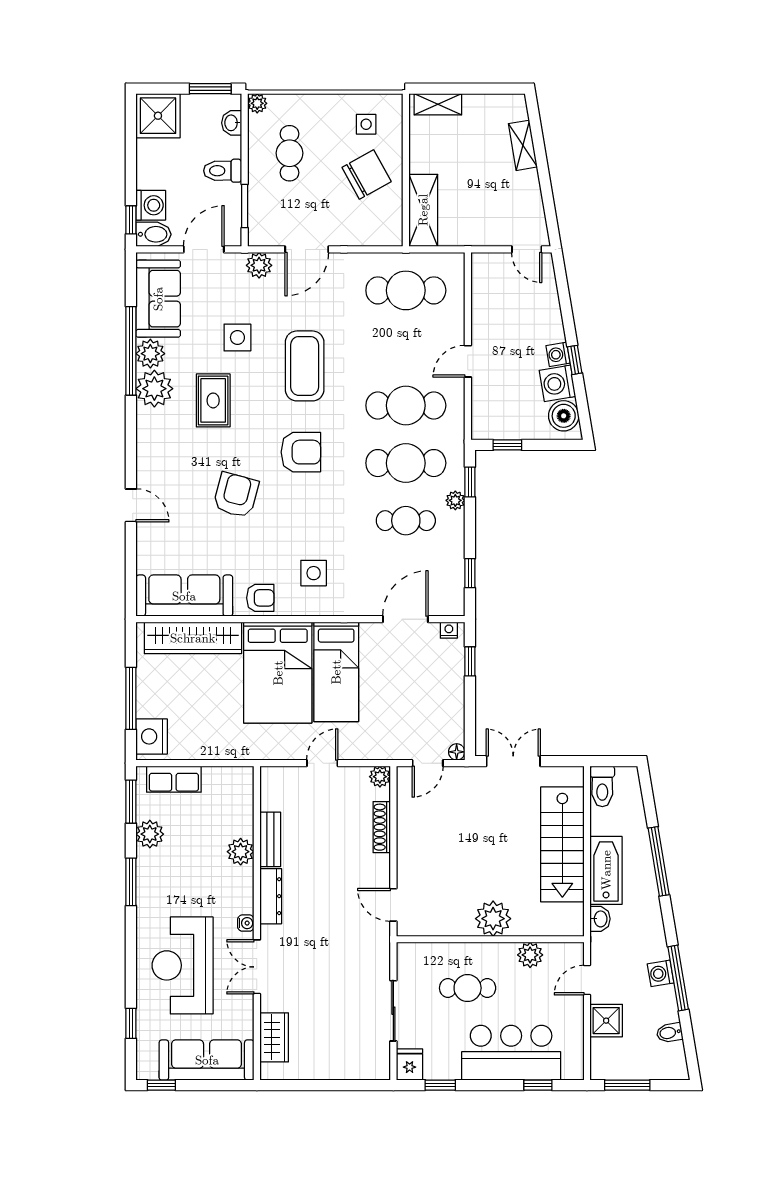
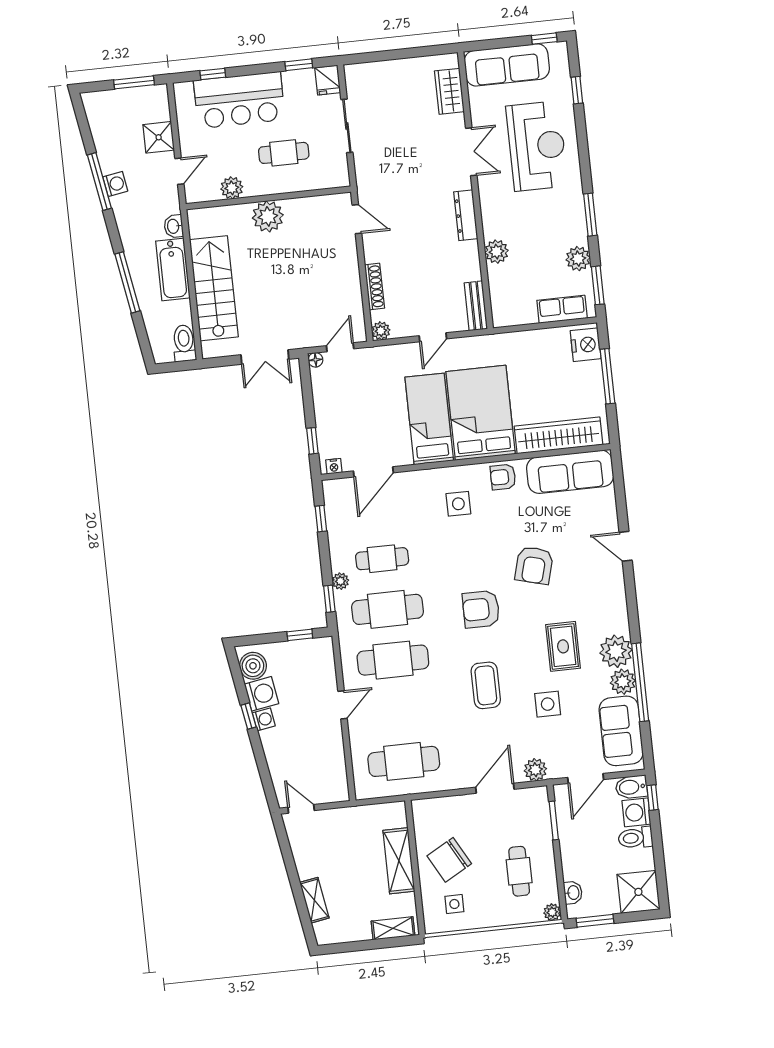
toilet: (223, 171) -> (635, 838), moved, turned 180
shelving: (423, 210) -> (399, 861), moved
coffee table: (305, 366) -> (486, 685), width x0.73, depth x0.76
bench: (270, 839) -> (476, 306), moved
water cooler: (246, 923) -> (485, 189), removed
bidet: (669, 1033) -> (102, 133), removed

